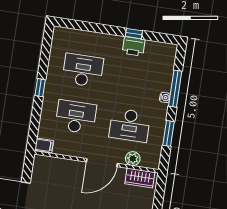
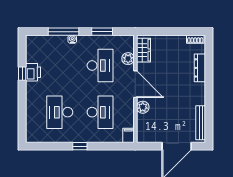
desk: (76, 117) -> (100, 112), turned 180
plant: (74, 167) -> (143, 107), added

